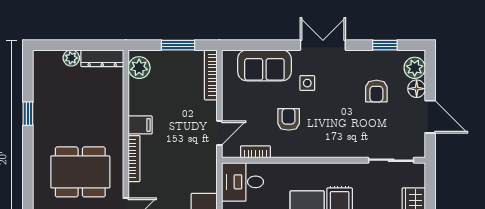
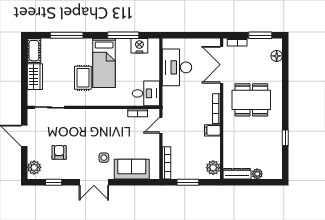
floor lamp: (417, 89) -> (33, 154), removed
armchair: (289, 119) -> (116, 134), removed

